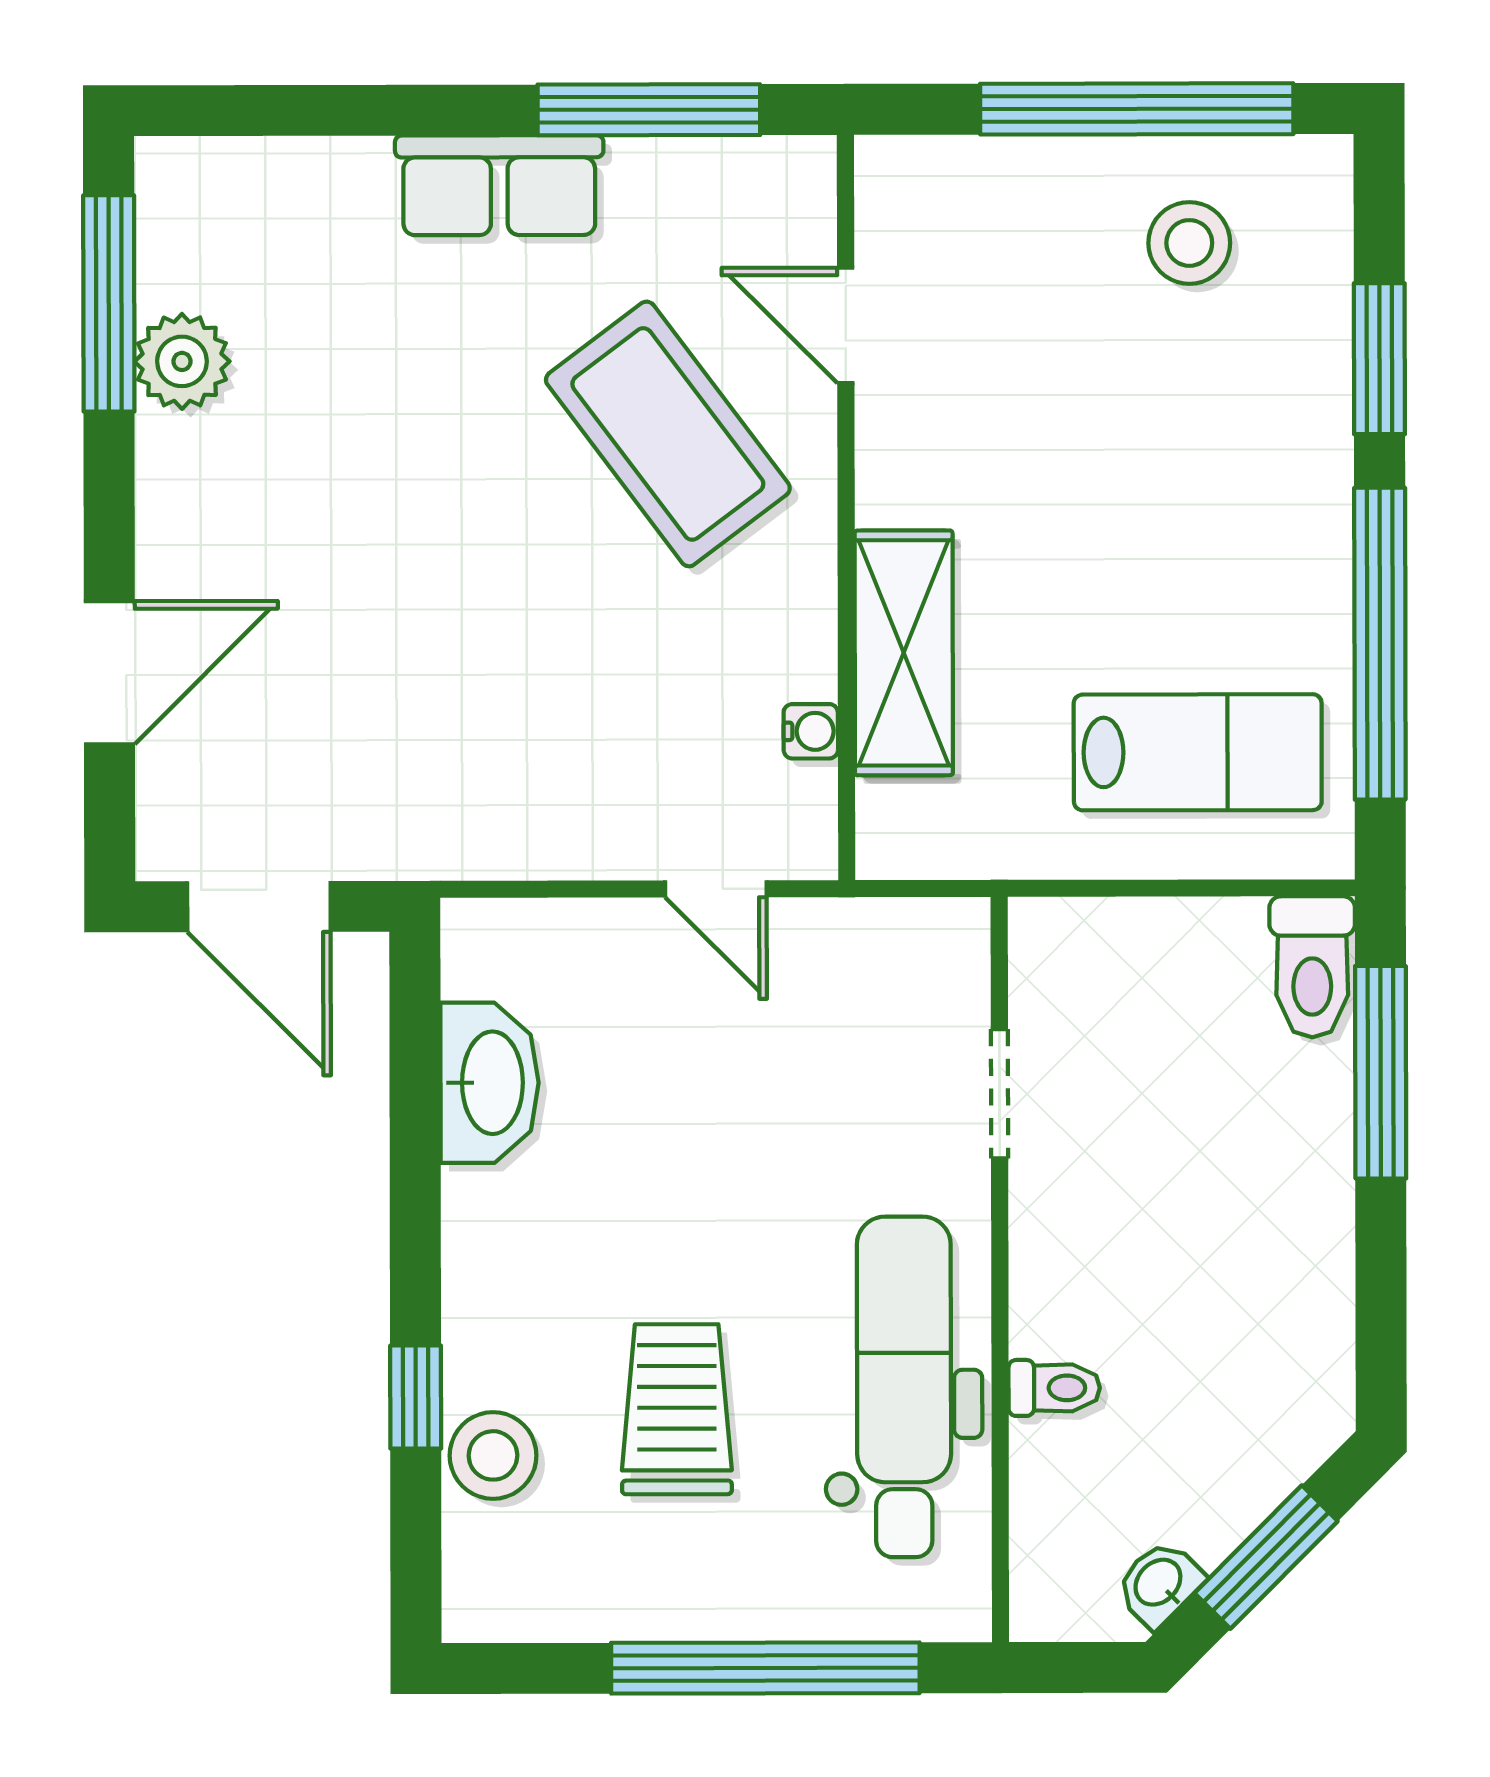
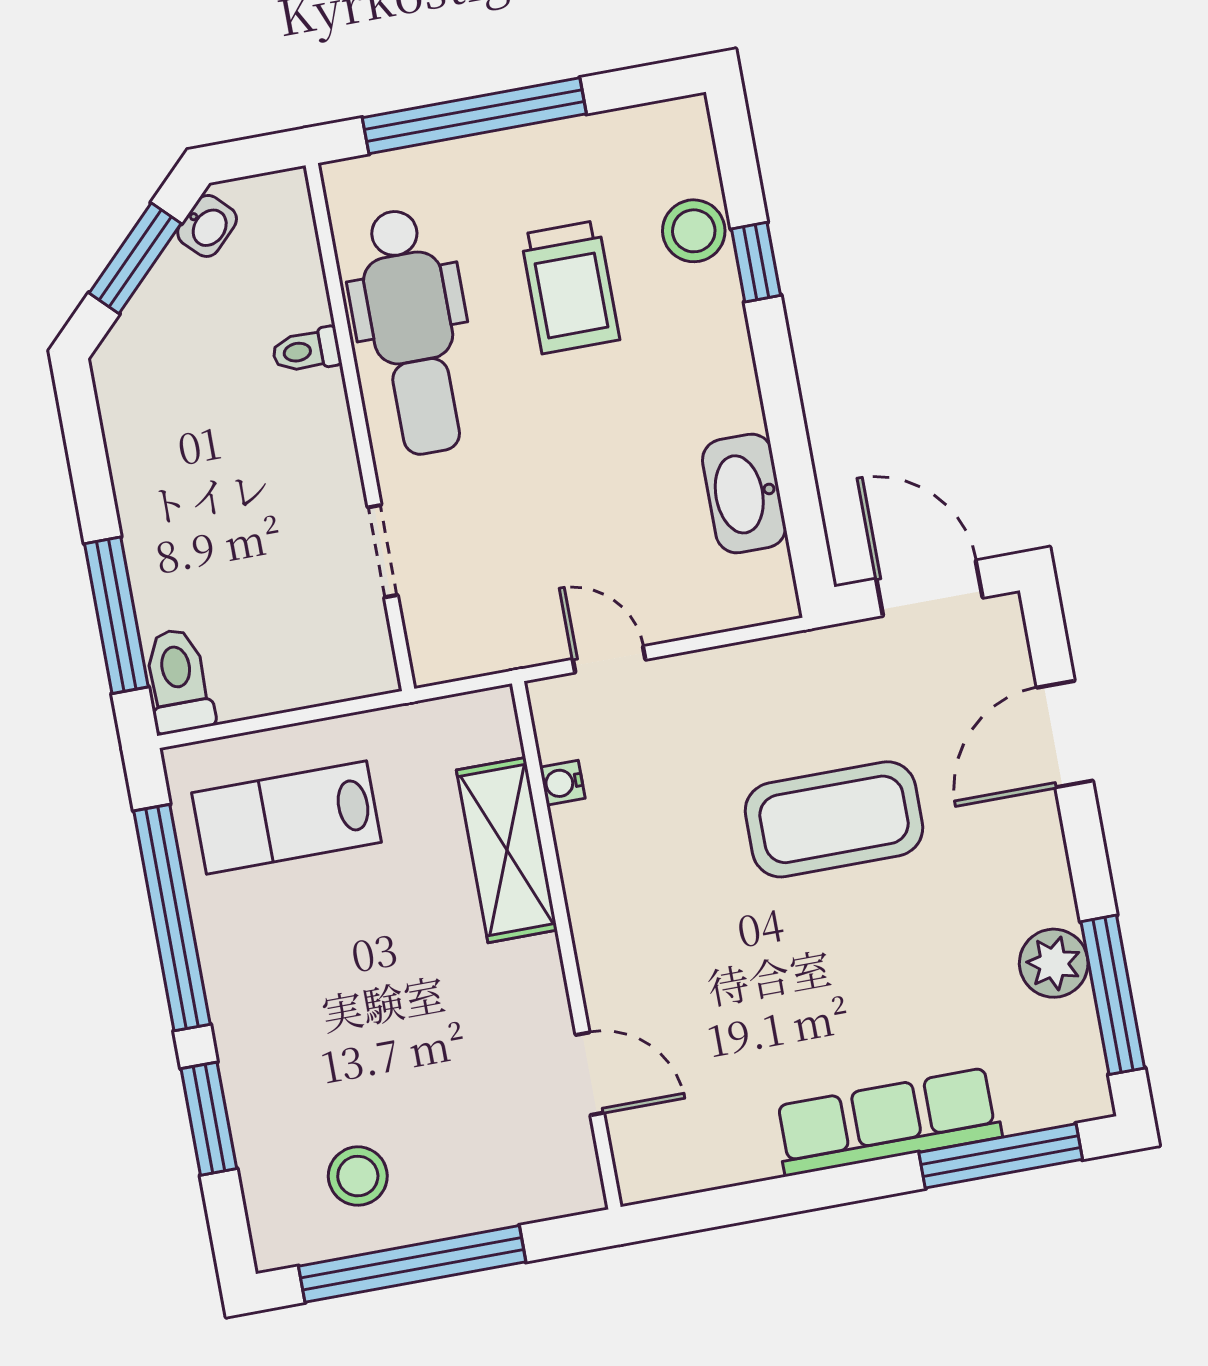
window: (649, 110) -> (1001, 1156), moved
row of seats: (499, 185) -> (888, 1122), width x1.48
coffee table: (668, 434) -> (834, 819), moved, turned -53

